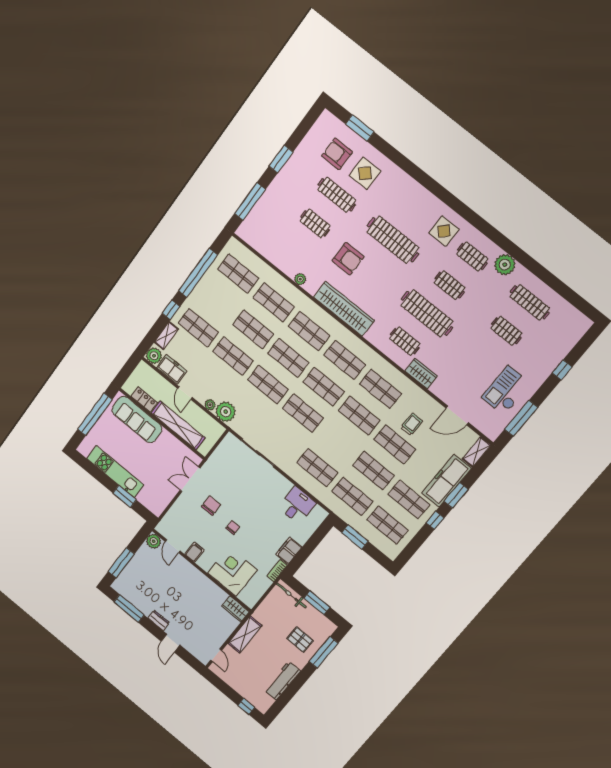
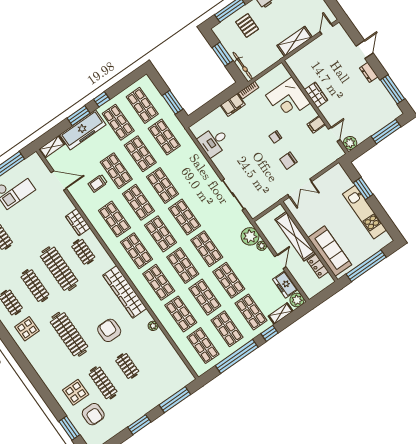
clothes rail: (449, 285) -> (35, 286), width x1.36
shop shelf: (218, 301) -> (227, 329), added
shop shelf: (317, 468) -> (162, 185), moved
wardrobe: (235, 609) -> (316, 95), moved

